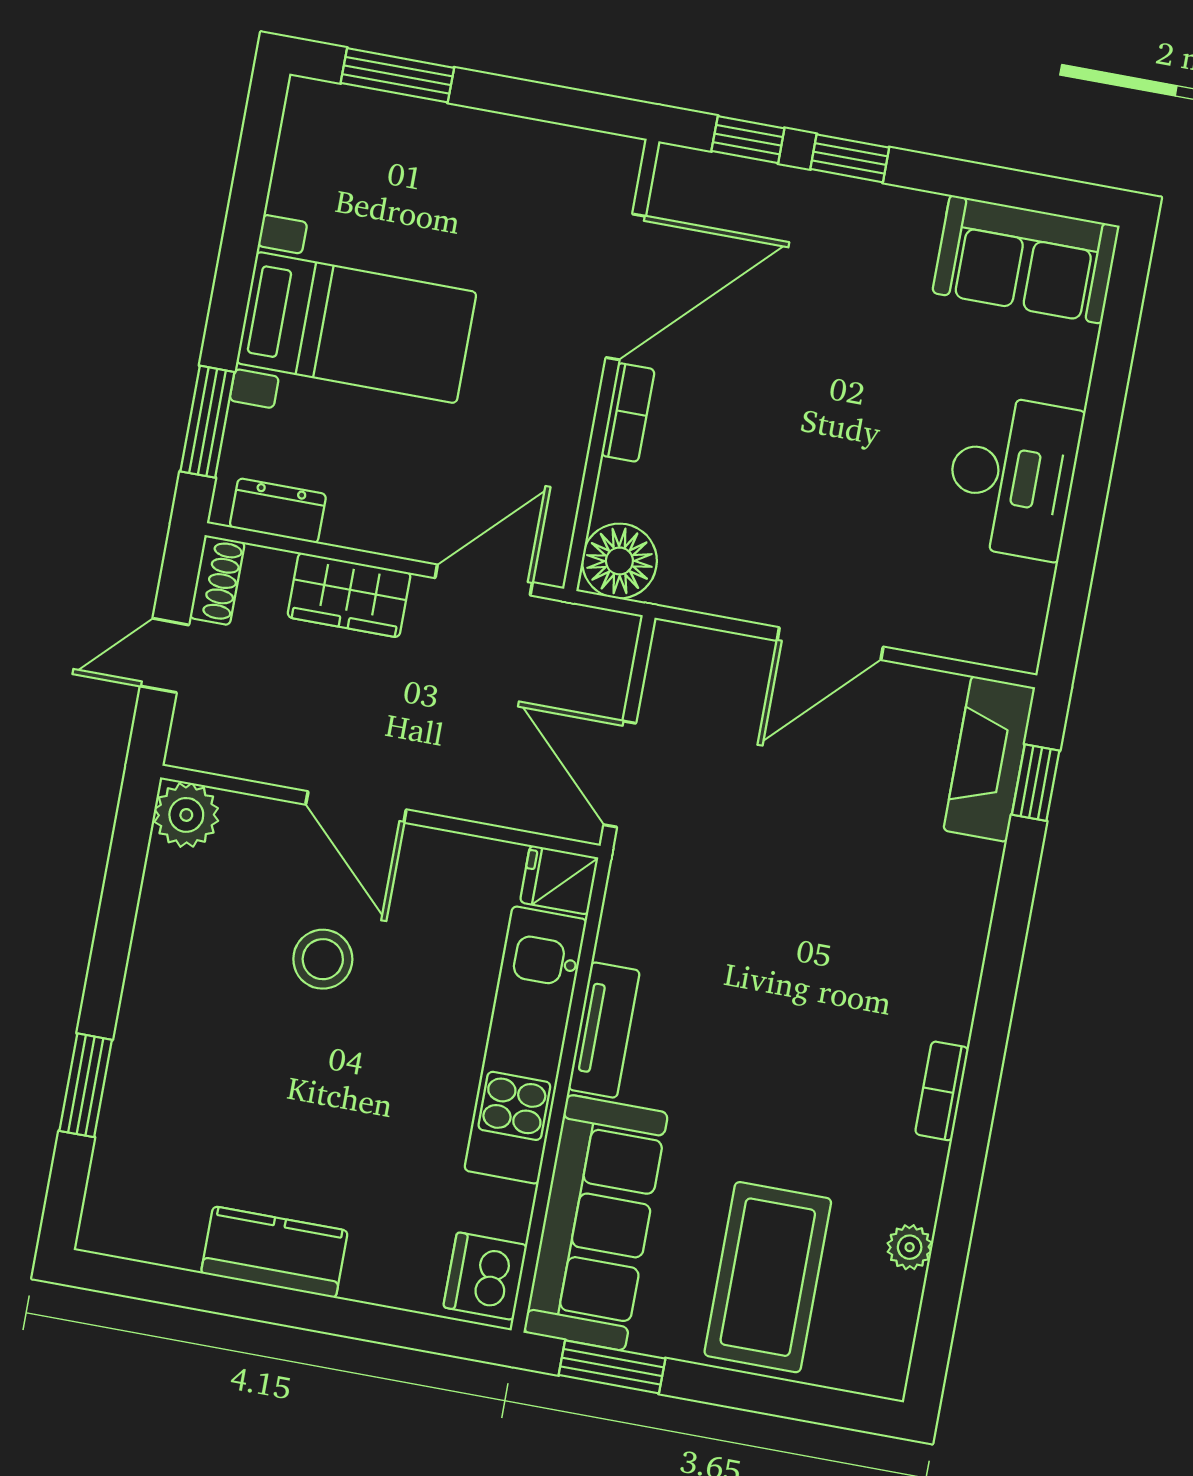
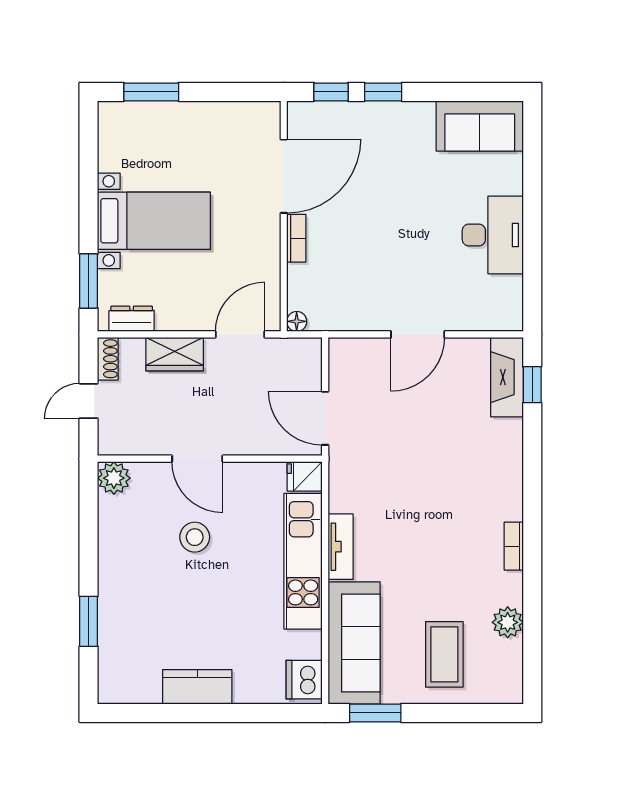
floor lamp: (619, 561) -> (297, 321), width x0.53, depth x0.53
plant: (910, 1247) -> (508, 622), width x1.38, depth x1.38
coffee table: (768, 1277) -> (444, 654), width x0.73, depth x0.76

